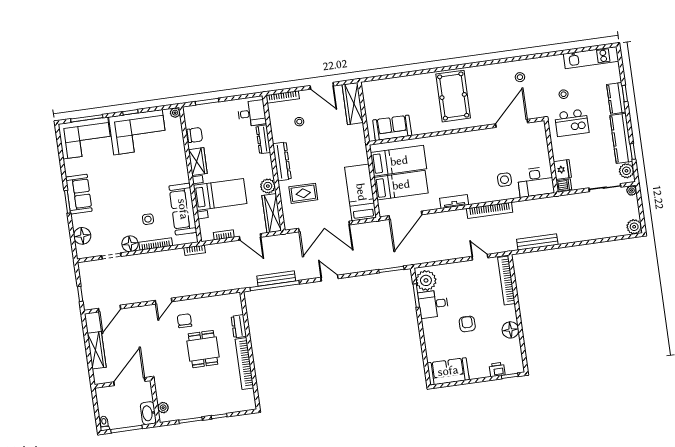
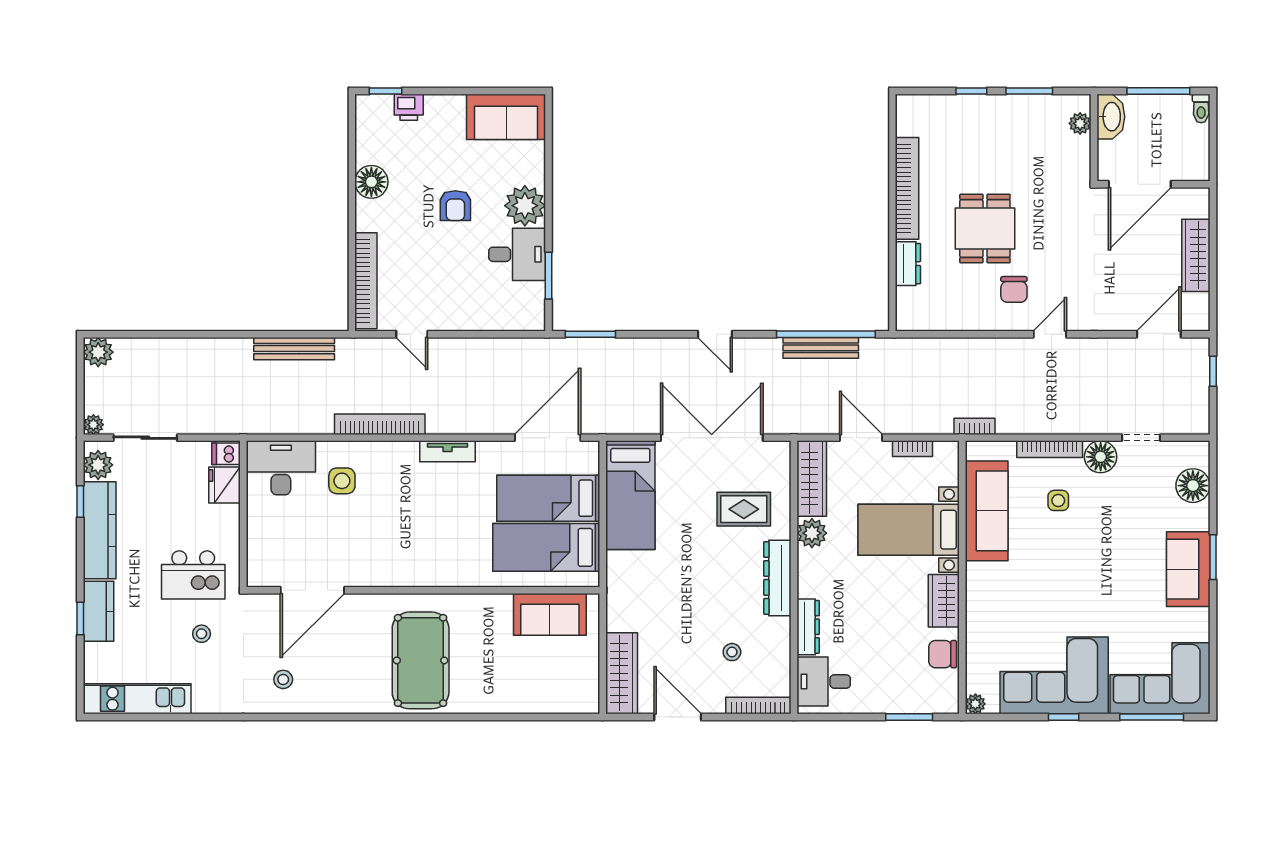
kitchen island: (572, 123) -> (193, 575), turned 180
plant: (426, 280) -> (525, 206), moved

